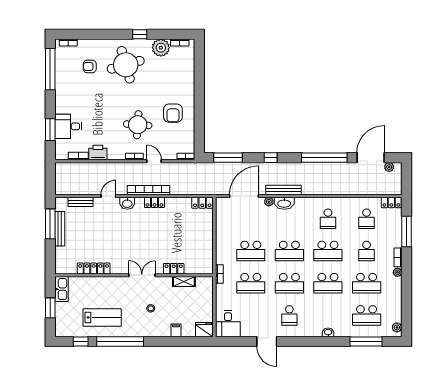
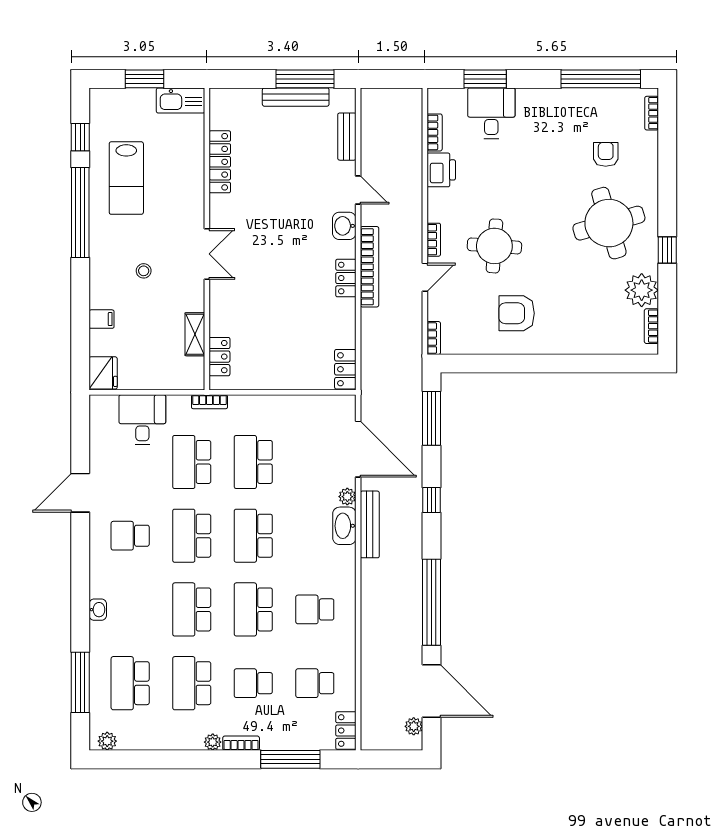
locker: (174, 269) -> (219, 357), moved
desk: (228, 324) -> (142, 420), moved, turned 90

